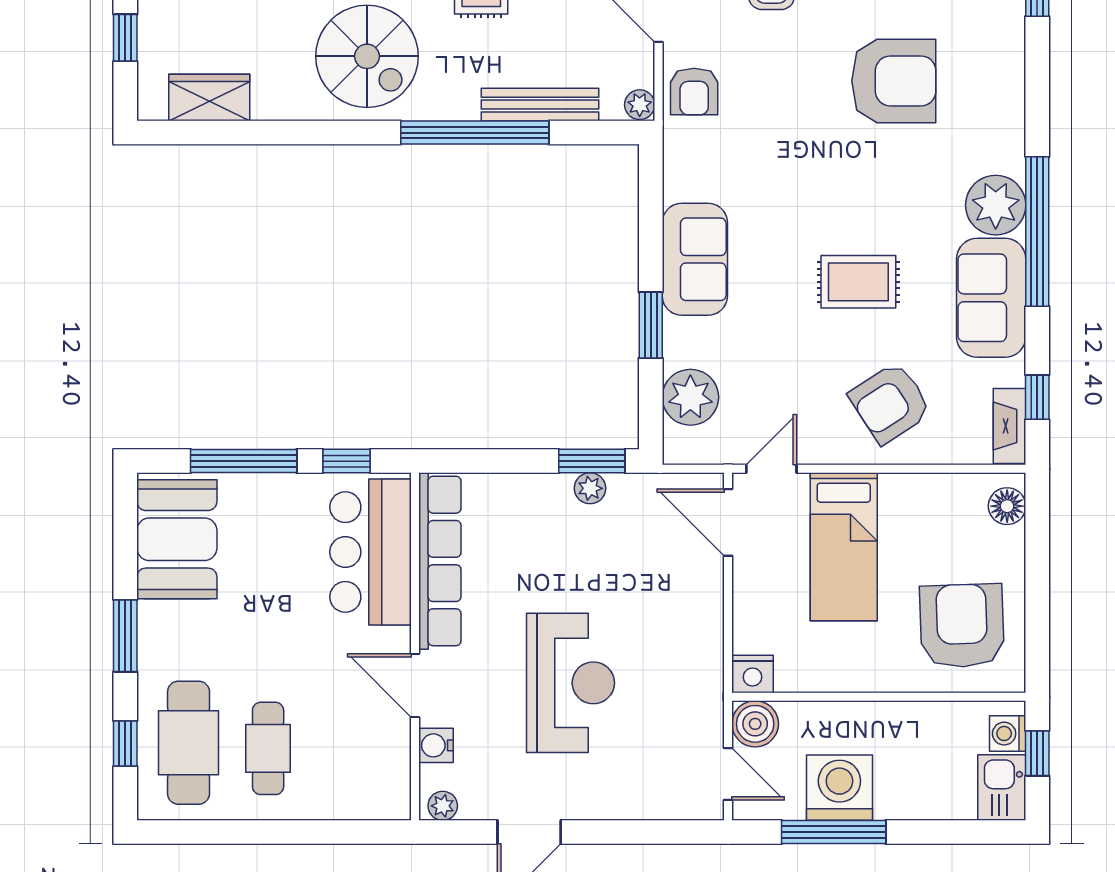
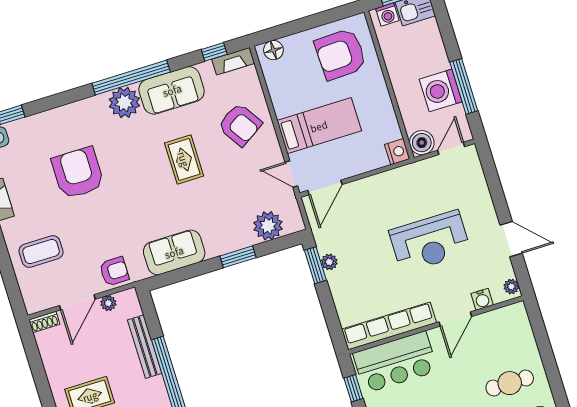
plant: (640, 105) -> (108, 303), moved
sofa: (695, 259) -> (174, 252), moved
reception desk: (570, 683) -> (430, 242), turned 180

